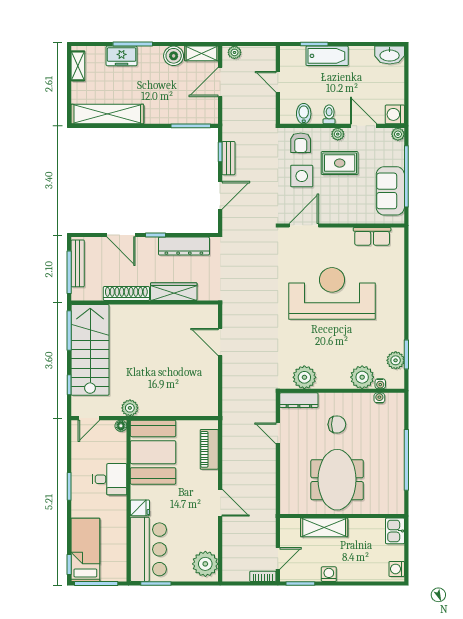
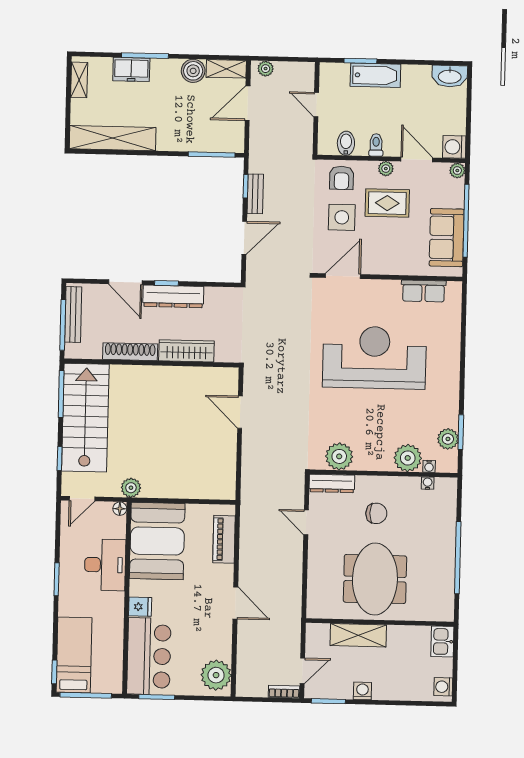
dresser: (184, 246) -> (173, 296), moved
desk: (110, 479) -> (105, 565), width x1.37

